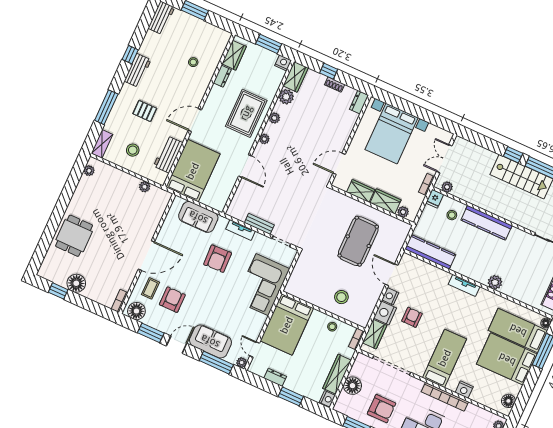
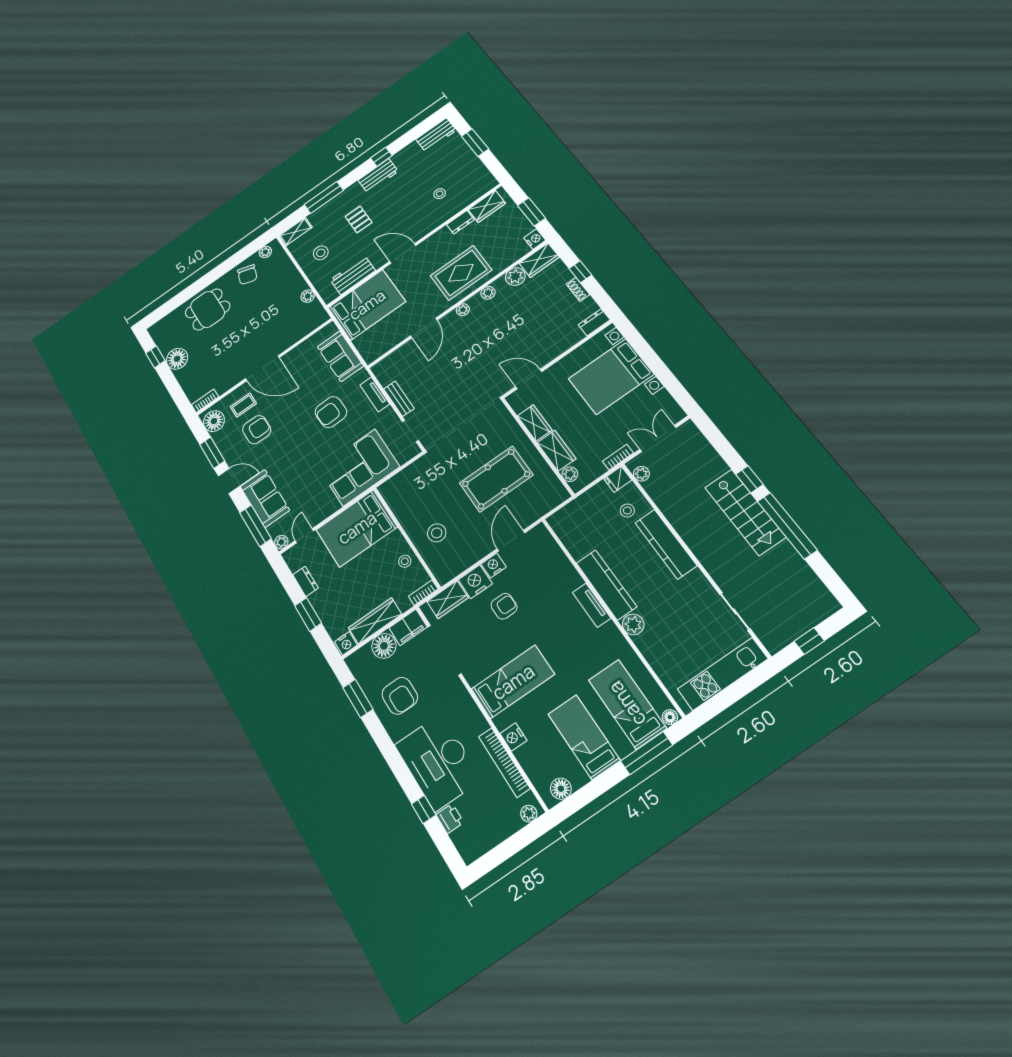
chair: (87, 195) -> (247, 275), added
kitchen counter: (430, 252) -> (606, 585), moved
bed: (507, 359) -> (584, 737), width x0.67
filing cabinet: (361, 366) -> (408, 627), added
bookcase: (445, 397) -> (504, 762), moved

